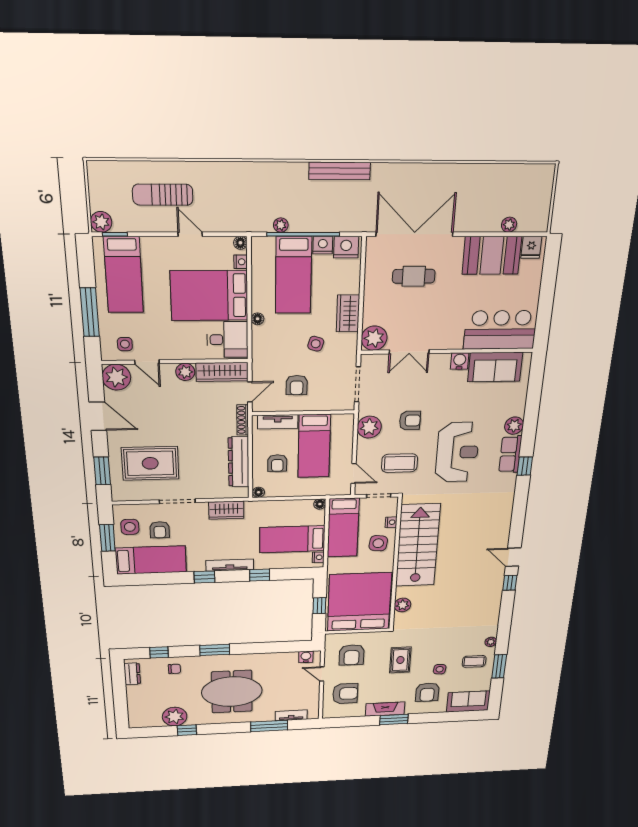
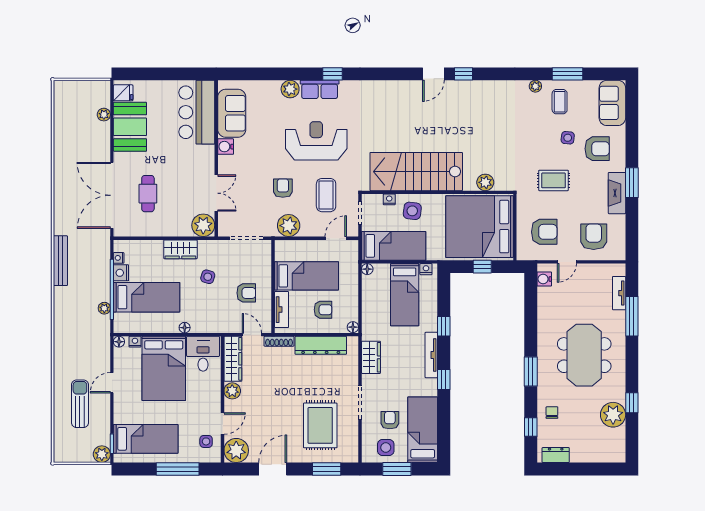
sun lounger: (163, 195) -> (80, 404), turned 180
nightstand: (346, 247) -> (119, 258), width x0.53, depth x0.56
armchair: (160, 530) -> (390, 420), turned -90

